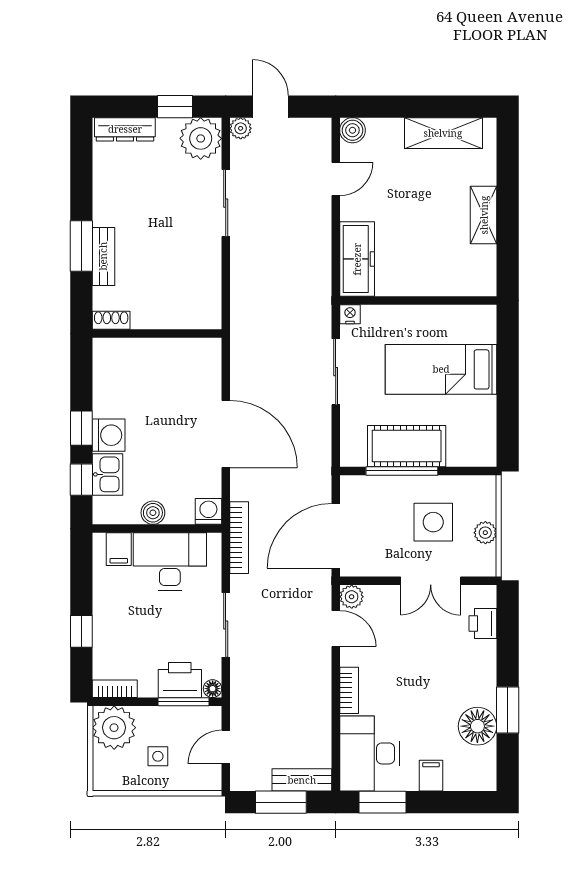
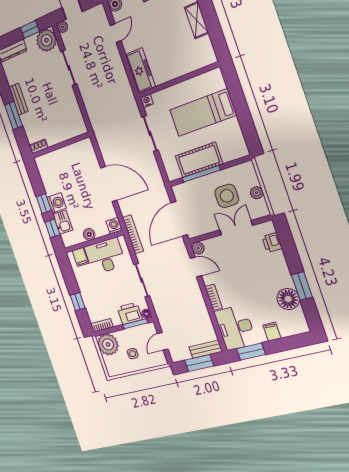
bench: (103, 256) -> (19, 99), moved
double door: (431, 581) -> (236, 228), swing flipped

